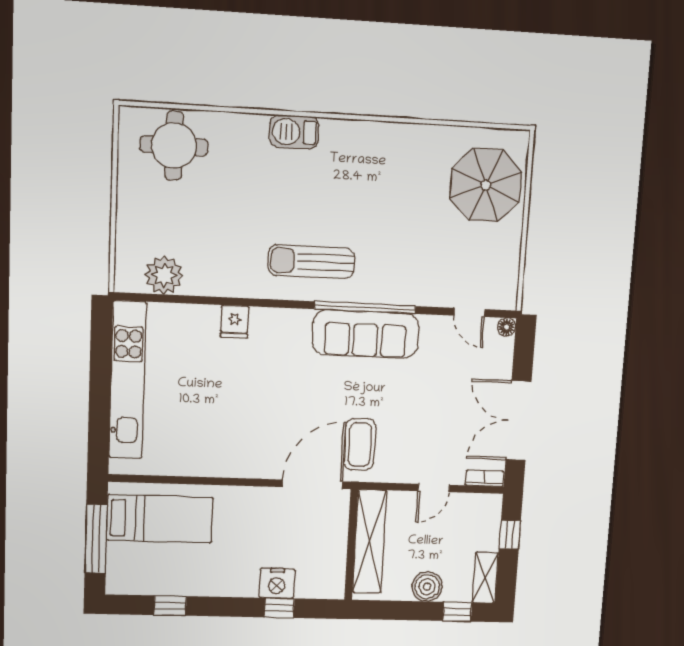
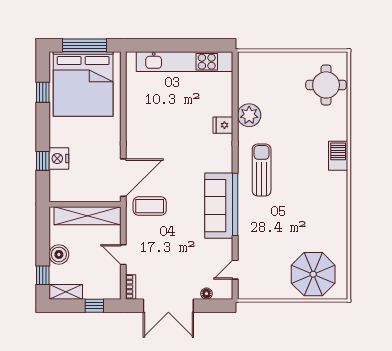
plant: (164, 275) -> (249, 115), moved
floor lamp: (507, 327) -> (206, 294), moved
double door: (518, 421) -> (168, 306), swing flipped
door: (312, 484) -> (123, 178), hinge flipped
bed: (160, 519) -> (83, 84), width x2.04

